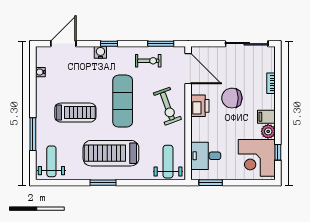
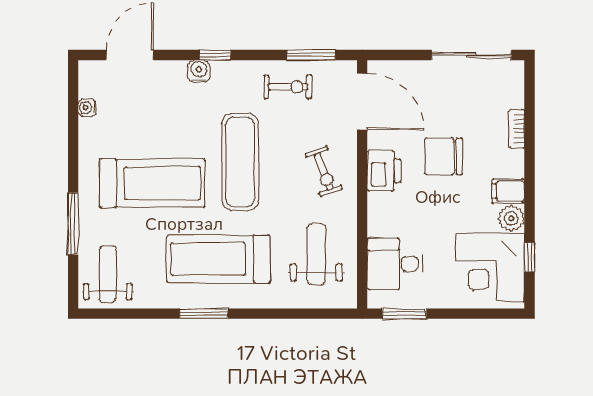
exercise bike: (167, 106) -> (324, 171), width x0.73, depth x0.72
treadmill: (75, 113) -> (152, 183), width x1.37, depth x1.38
weight bench: (168, 162) -> (316, 254), moved

